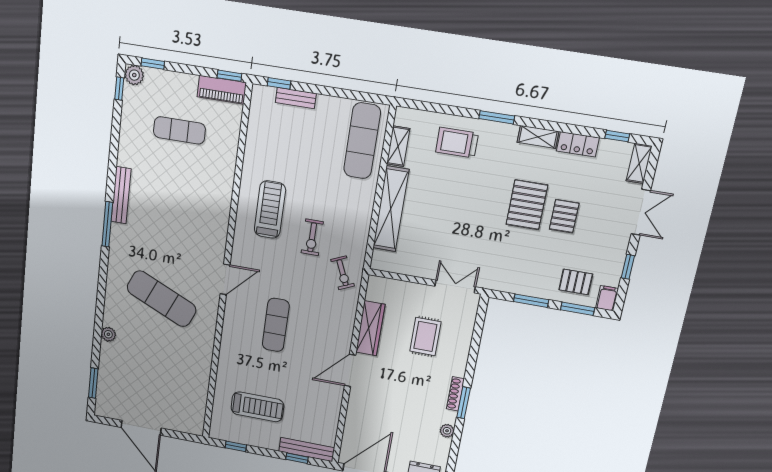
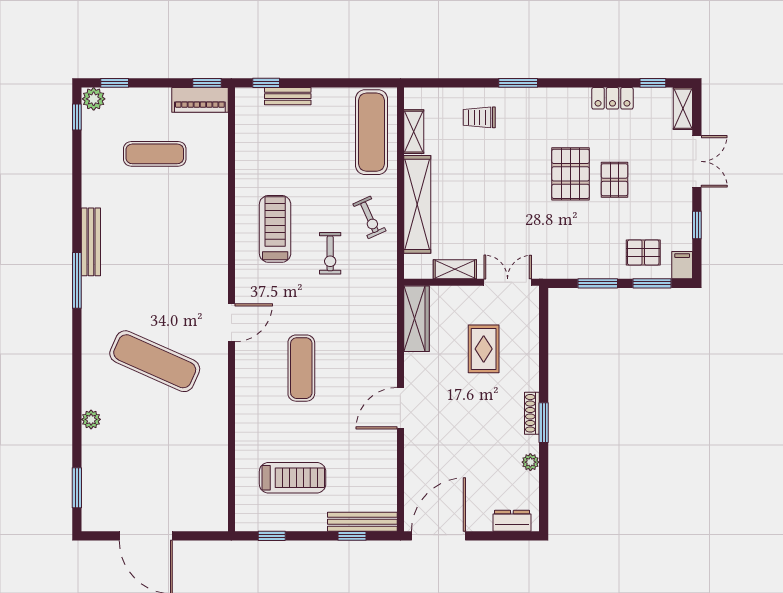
shelving: (538, 137) -> (455, 269), moved
trolley: (457, 143) -> (479, 117), width x0.73, depth x0.72
exercise bike: (343, 273) -> (369, 217), moved
wardrobe: (370, 328) -> (417, 319), moved

